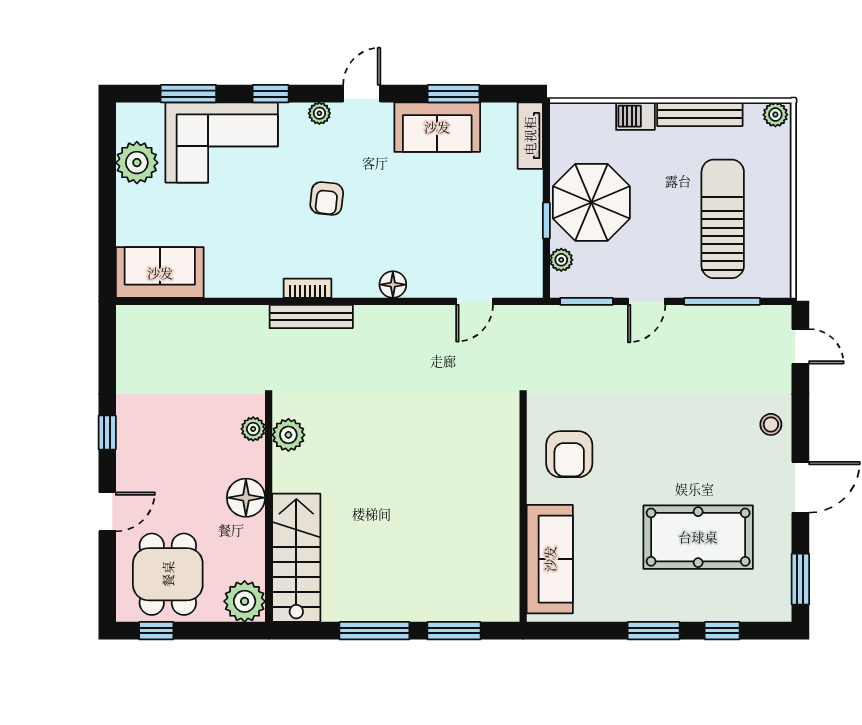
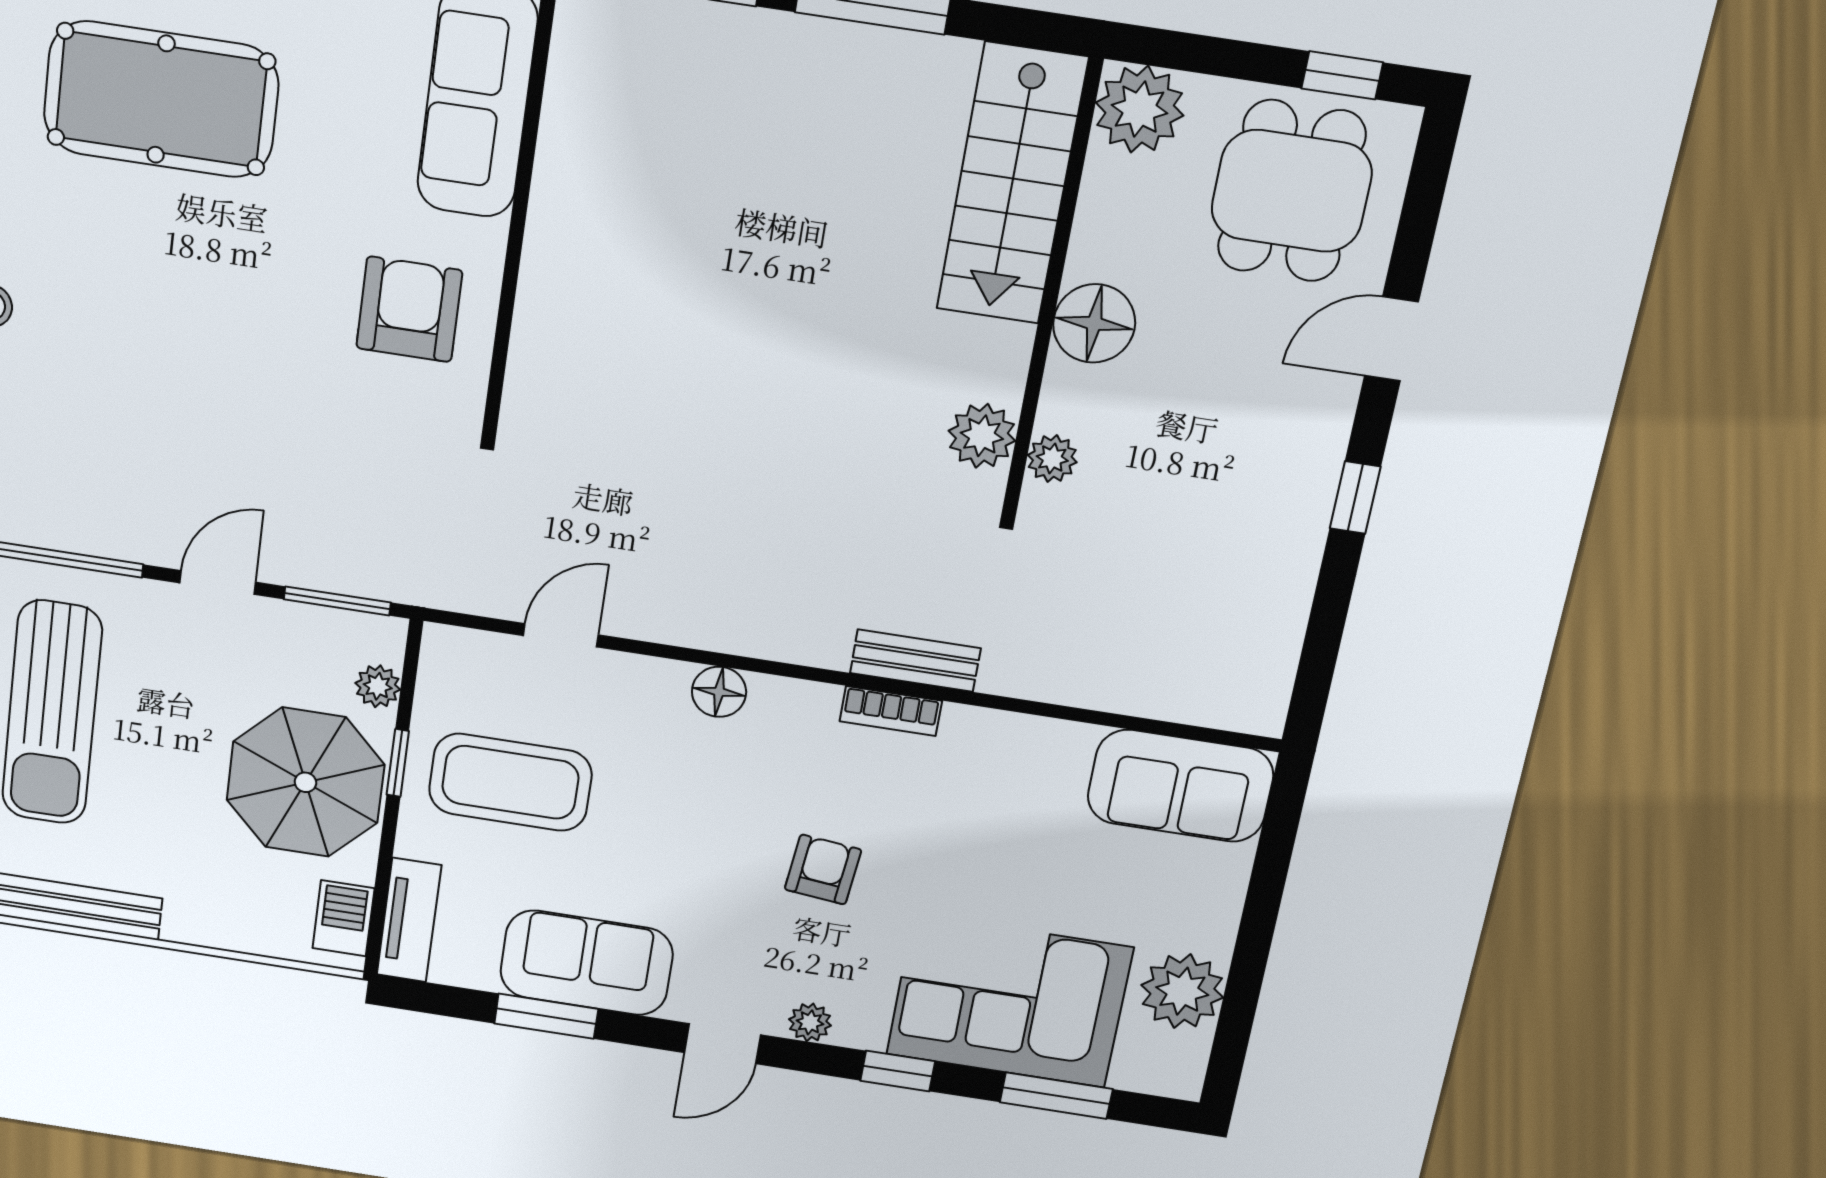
barbecue: (635, 116) -> (343, 918), moved, turned -90
coffee table: (489, 220) -> (510, 782), added
bench: (311, 316) -> (915, 661), width x0.73

